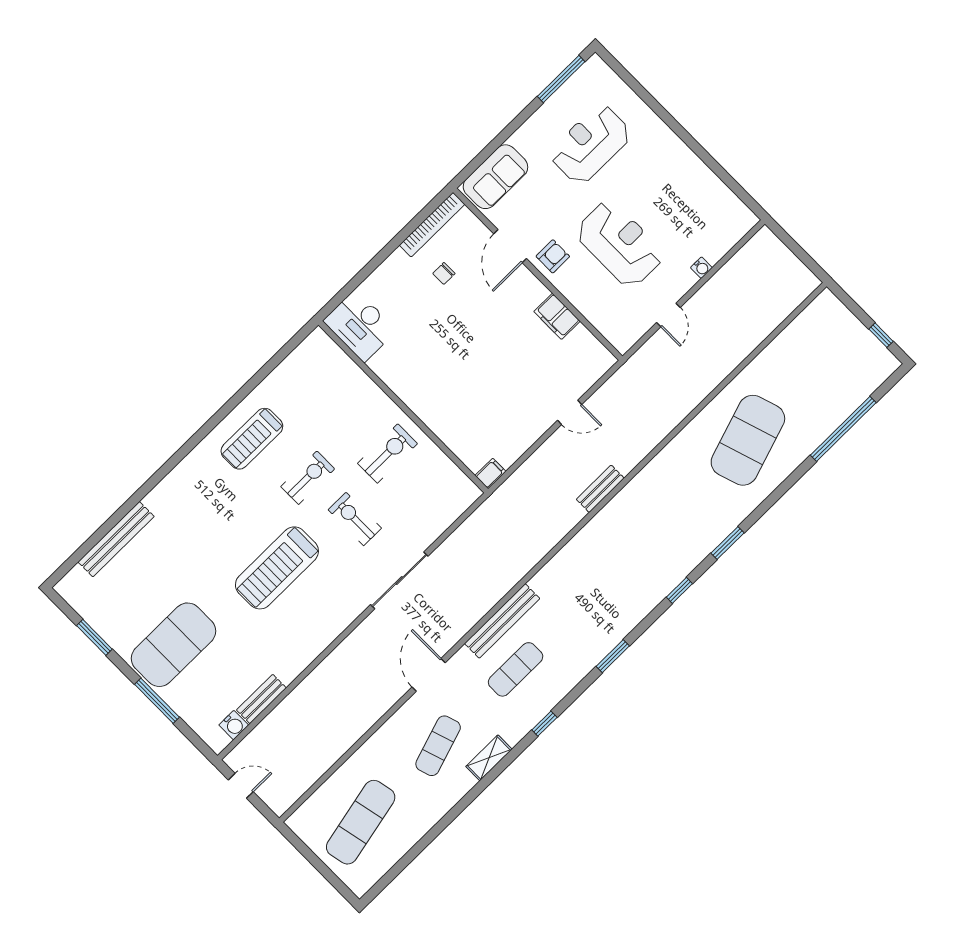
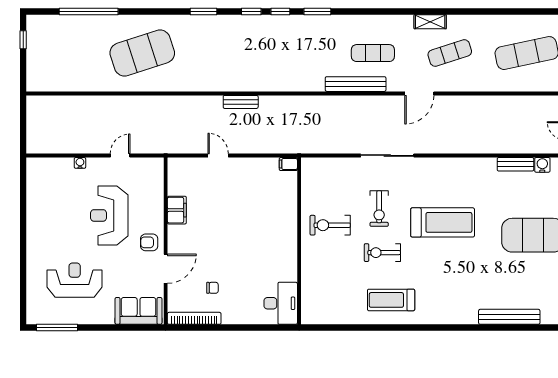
reception desk: (590, 144) -> (75, 280), turned 180
treadmill: (252, 439) -> (391, 300), turned 180
window: (544, 724) -> (280, 11), moved

